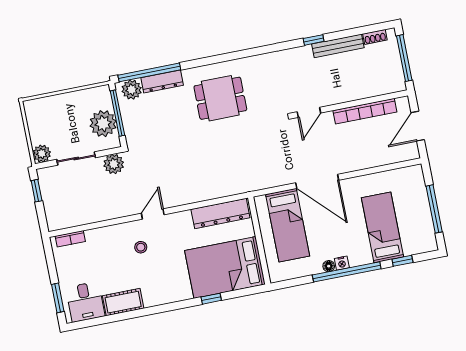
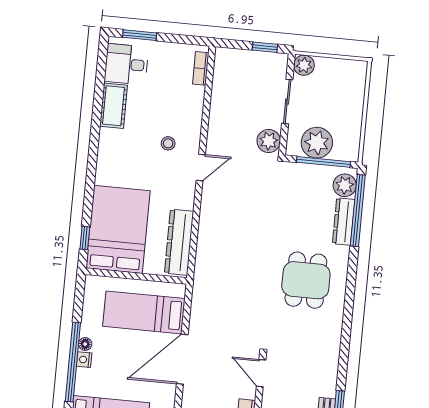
door: (153, 214) -> (201, 168), hinge flipped
window: (211, 299) -> (85, 238), moved

